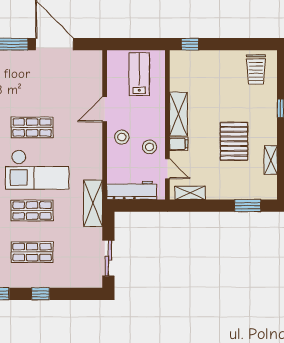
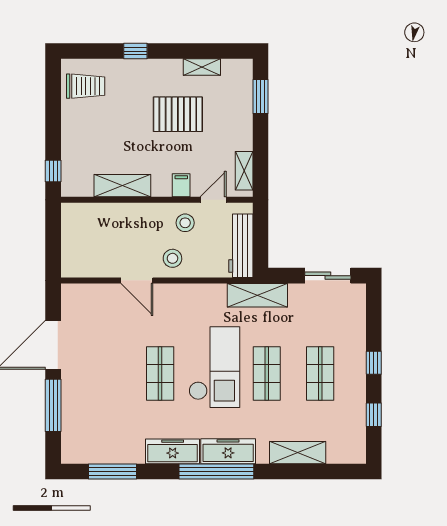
lab bench: (139, 74) -> (92, 236), removed
shelving: (178, 114) -> (122, 186), moved

